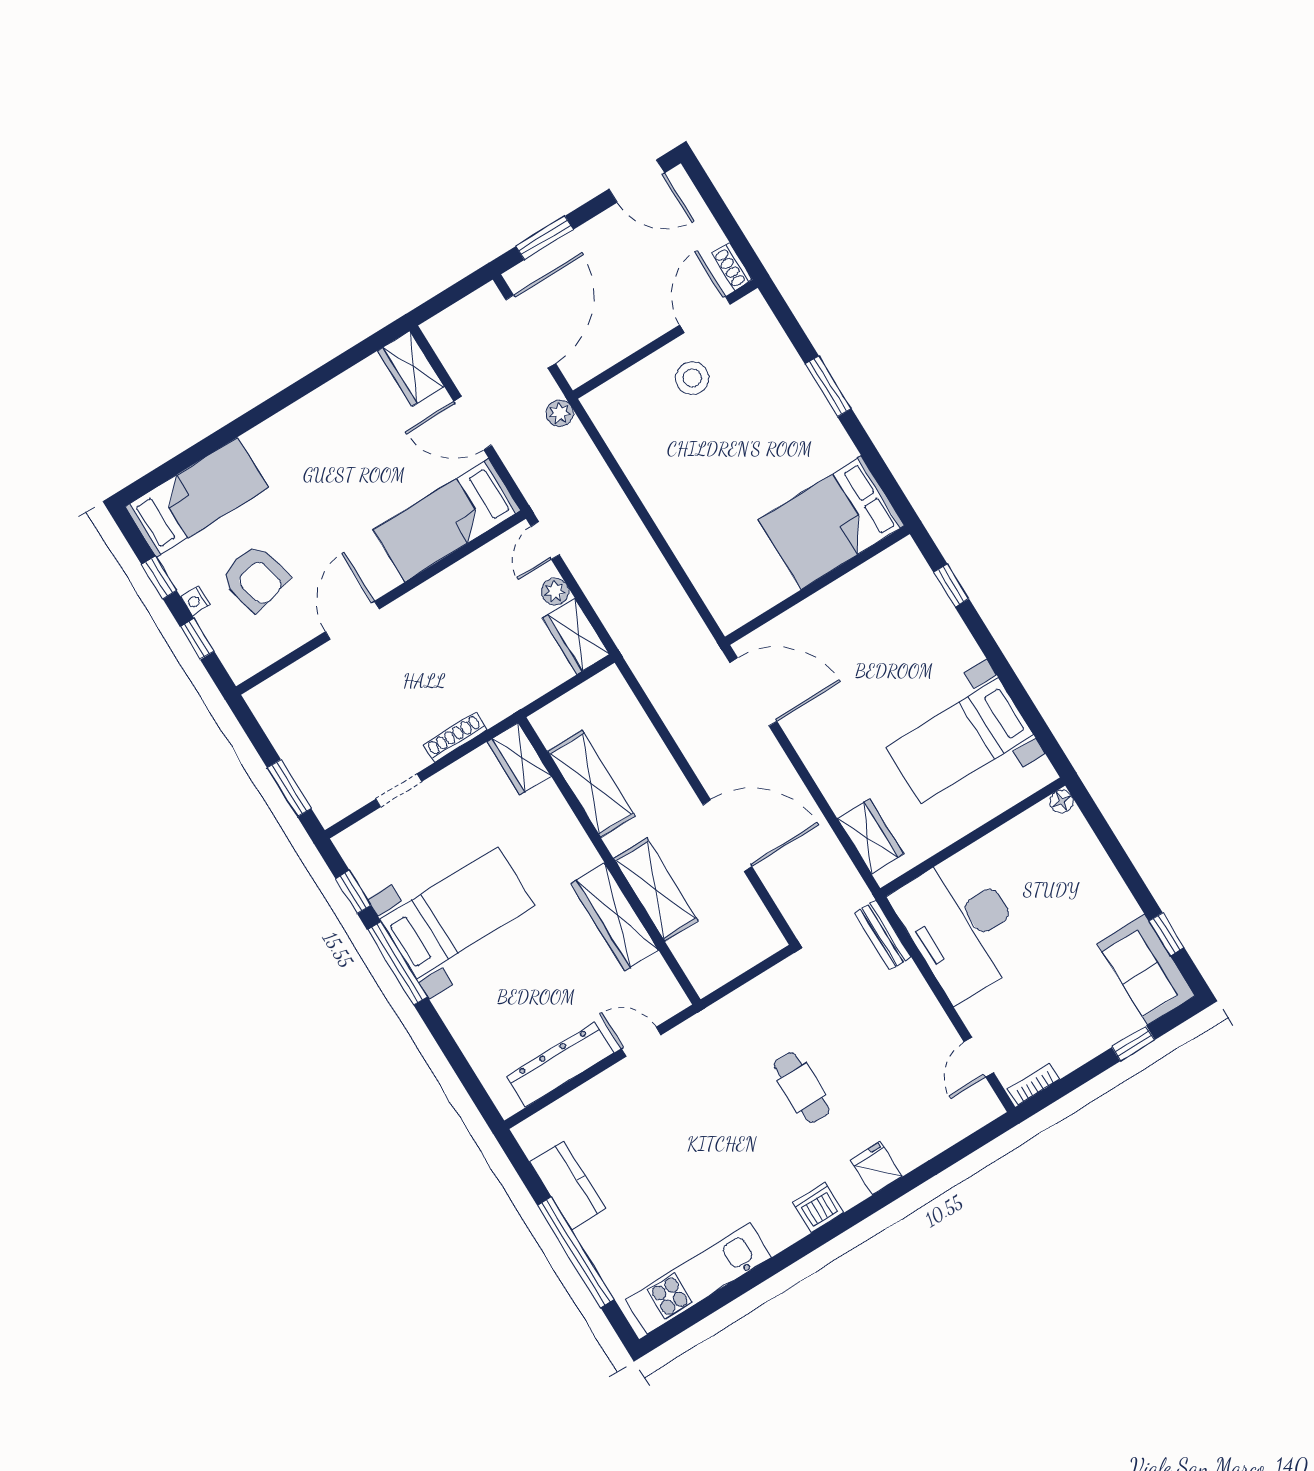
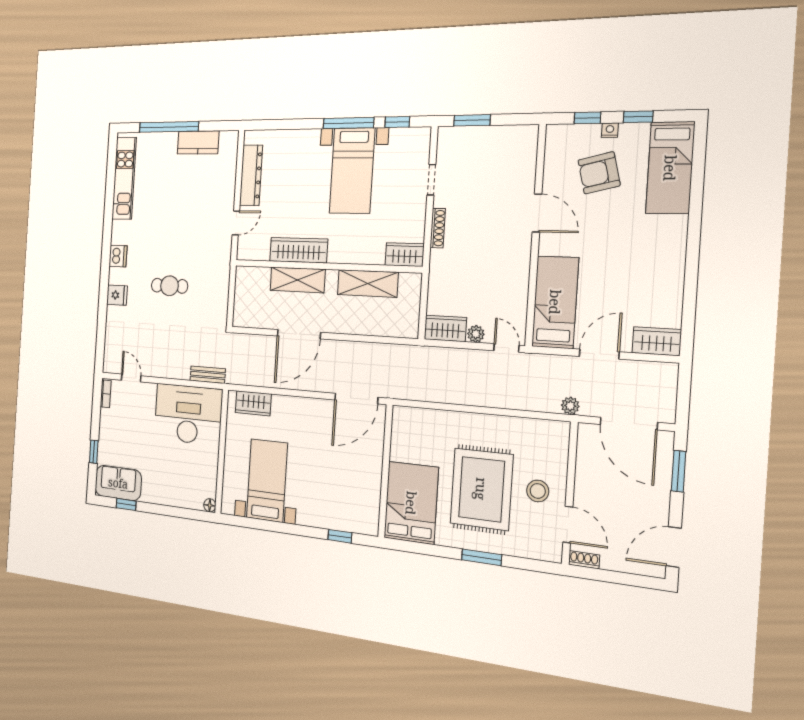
rug: (744, 447) -> (481, 489), added

